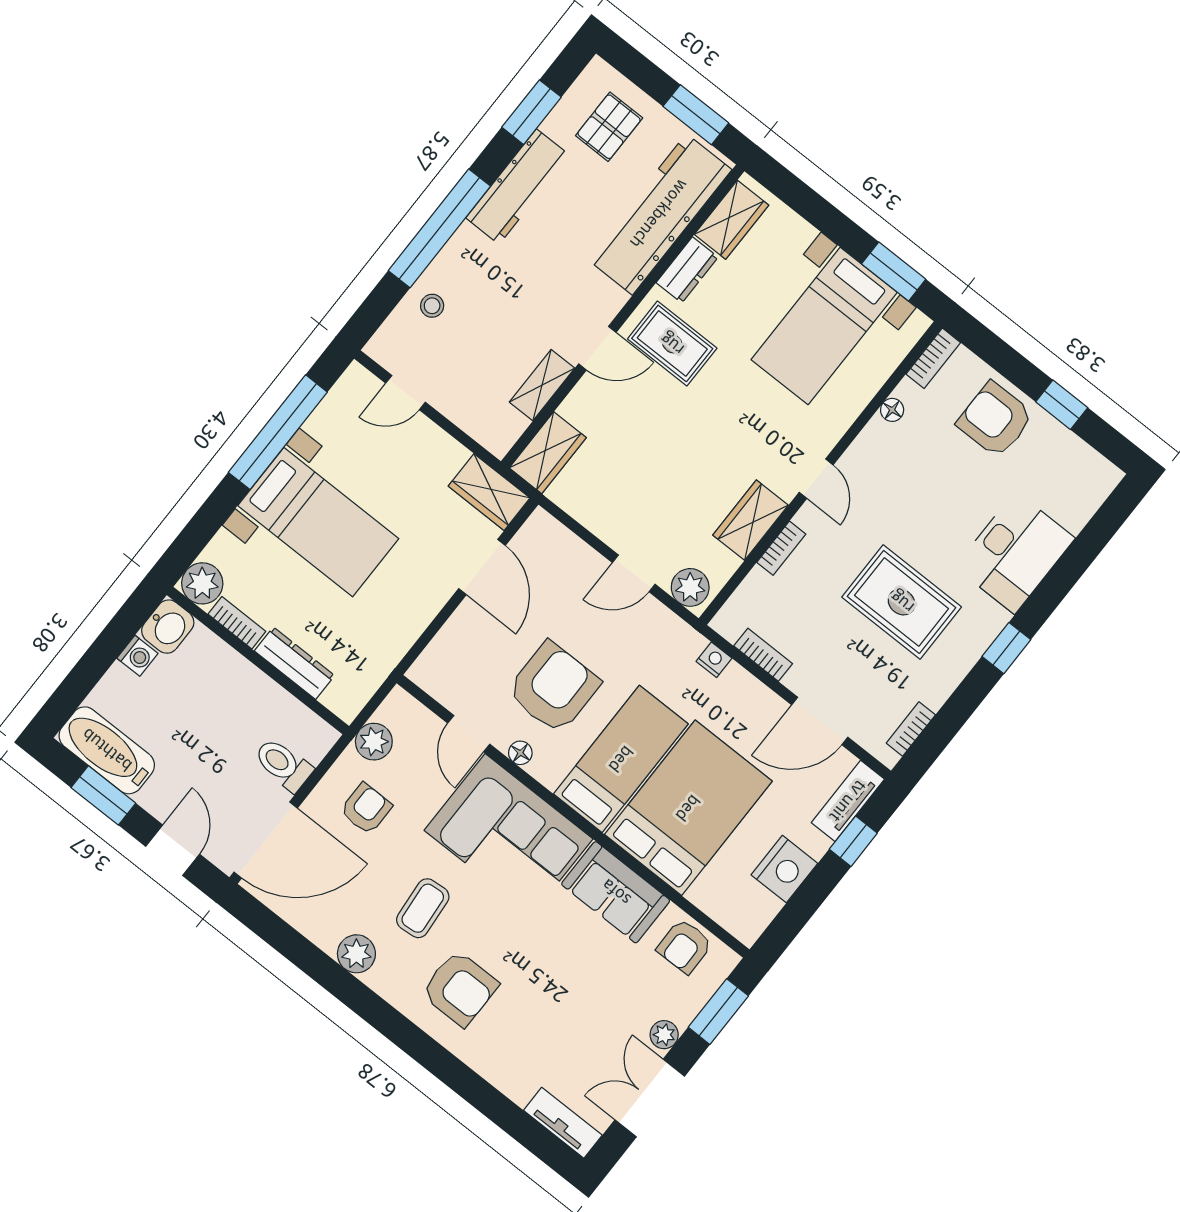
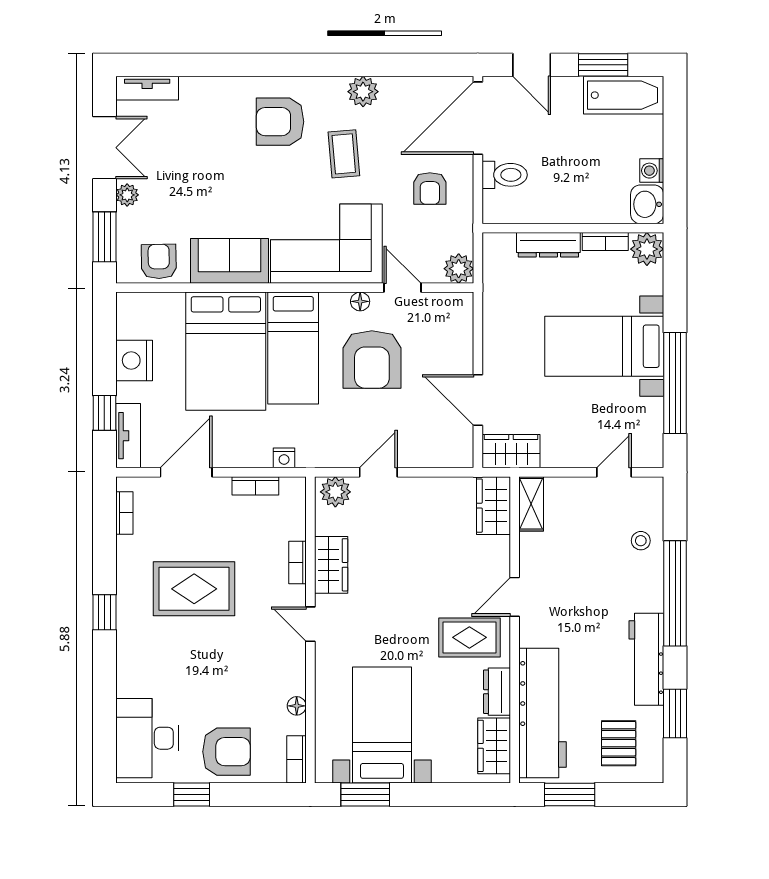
shelving: (542, 385) -> (531, 504), moved
desk: (1015, 553) -> (147, 738), moved
plant: (374, 742) -> (459, 269), moved

